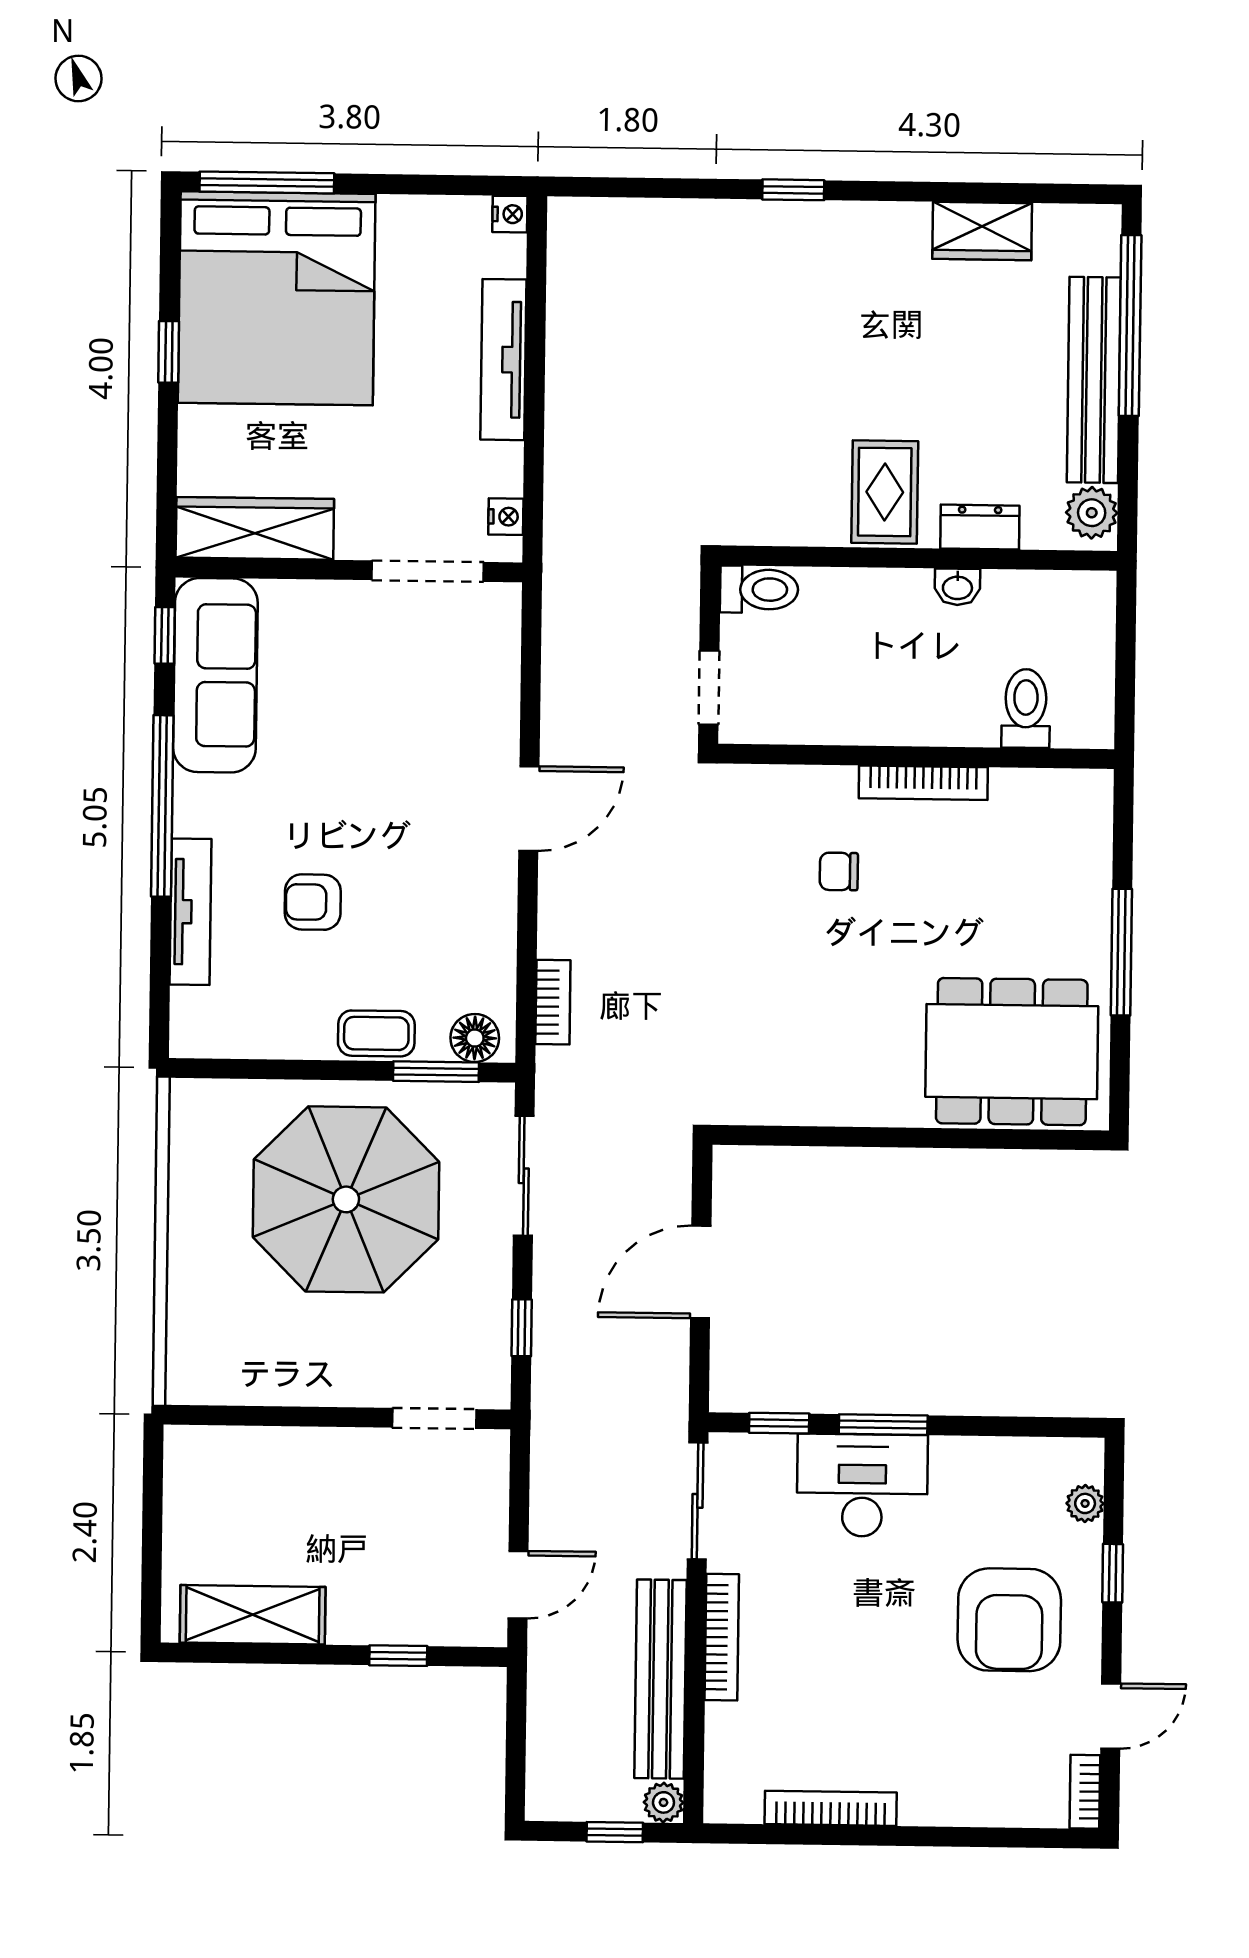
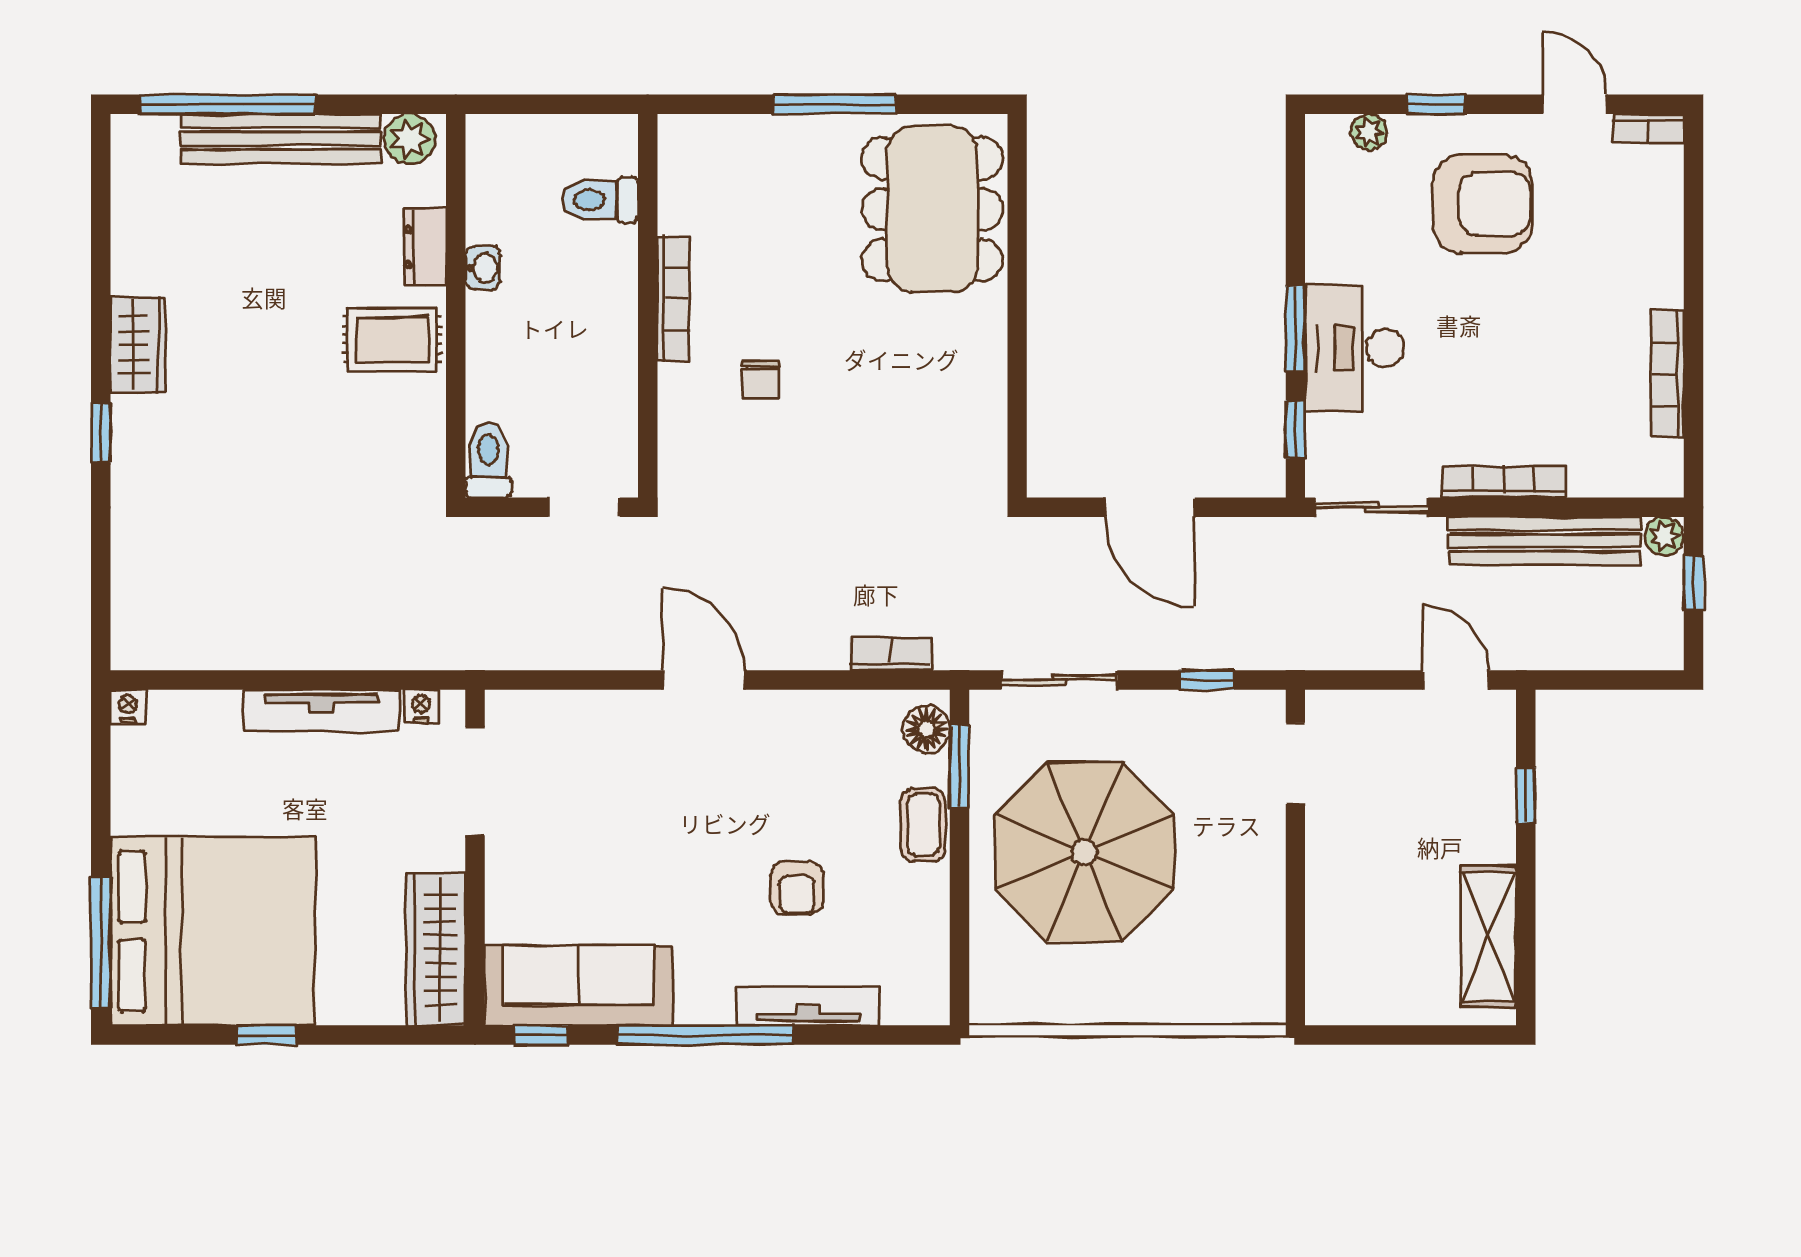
wardrobe: (982, 231) -> (138, 345), moved
tv unit: (503, 360) -> (322, 711), moved

